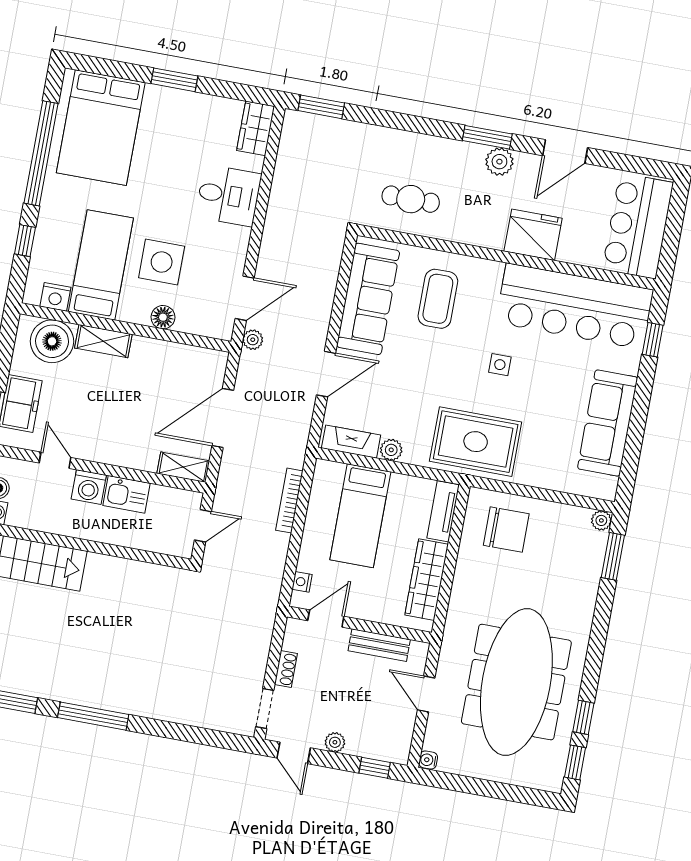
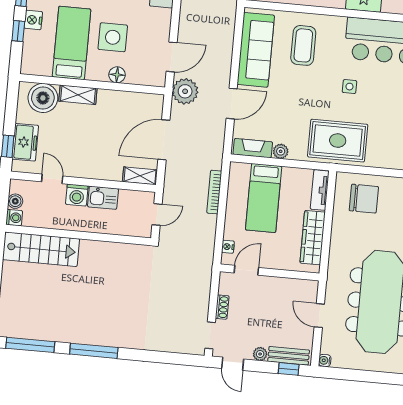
nightstand: (55, 297) -> (33, 20), moved, turned 90
plant: (253, 340) -> (185, 91), width x1.88, depth x1.88
bench: (379, 645) -> (289, 356), moved

